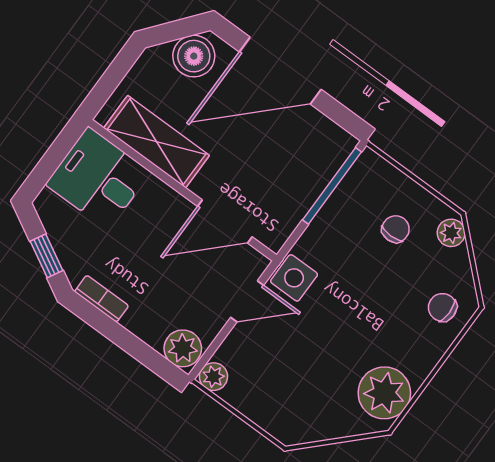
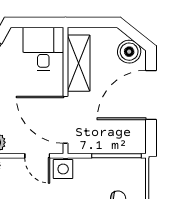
door: (280, 71) -> (151, 95), hinge flipped
door: (225, 222) -> (66, 120), width x1.36

